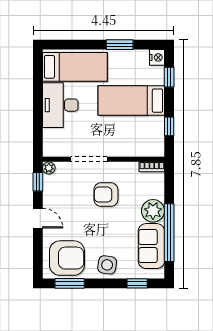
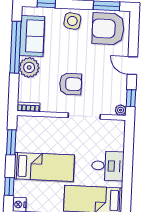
desk: (60, 105) -> (108, 166), width x0.73
window: (169, 126) -> (11, 142), width x1.50

